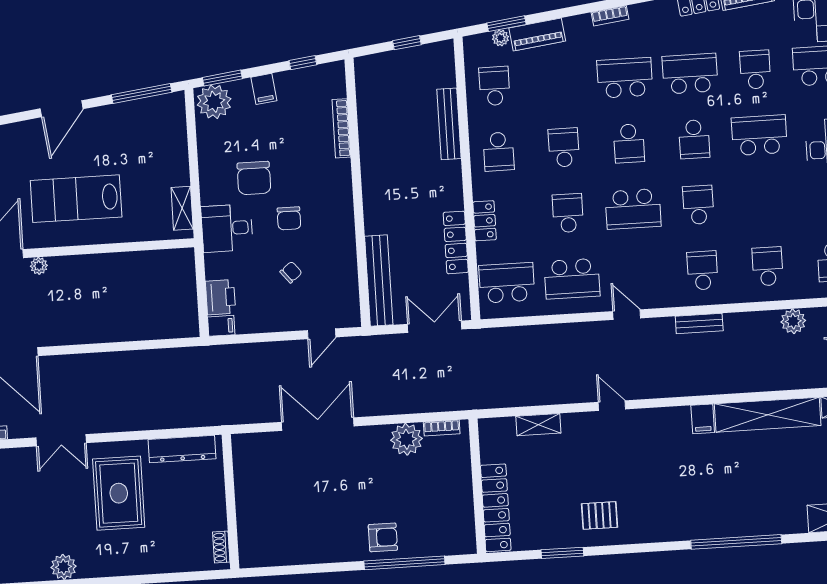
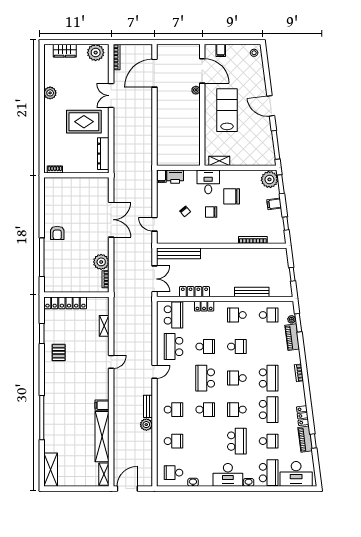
plant: (793, 321) -> (146, 425), moved
armchair: (383, 537) -> (57, 233), moved

